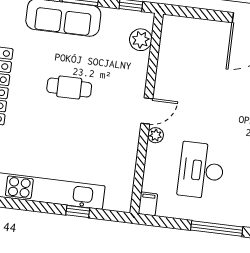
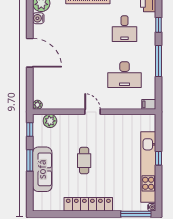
plant: (156, 135) -> (37, 105), moved
window: (78, 211) -> (158, 158), moved

